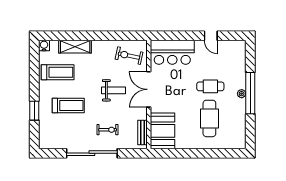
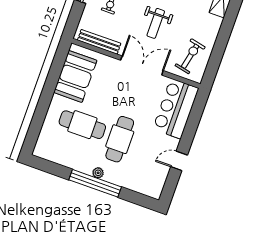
cafe table: (210, 86) -> (120, 139), width x1.37, depth x1.35
booth: (163, 131) -> (75, 76), moved, turned 90
bench: (142, 133) -> (99, 42), width x1.36

